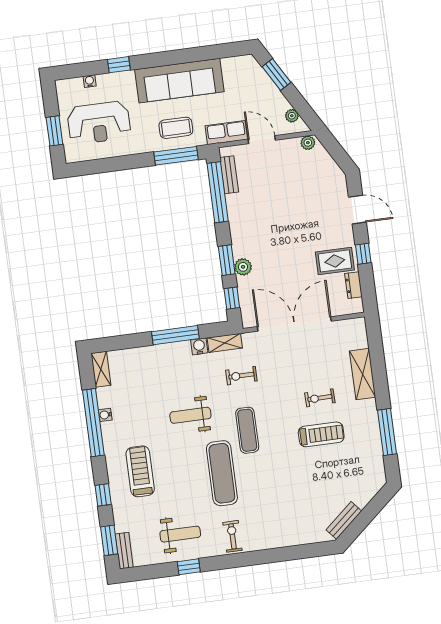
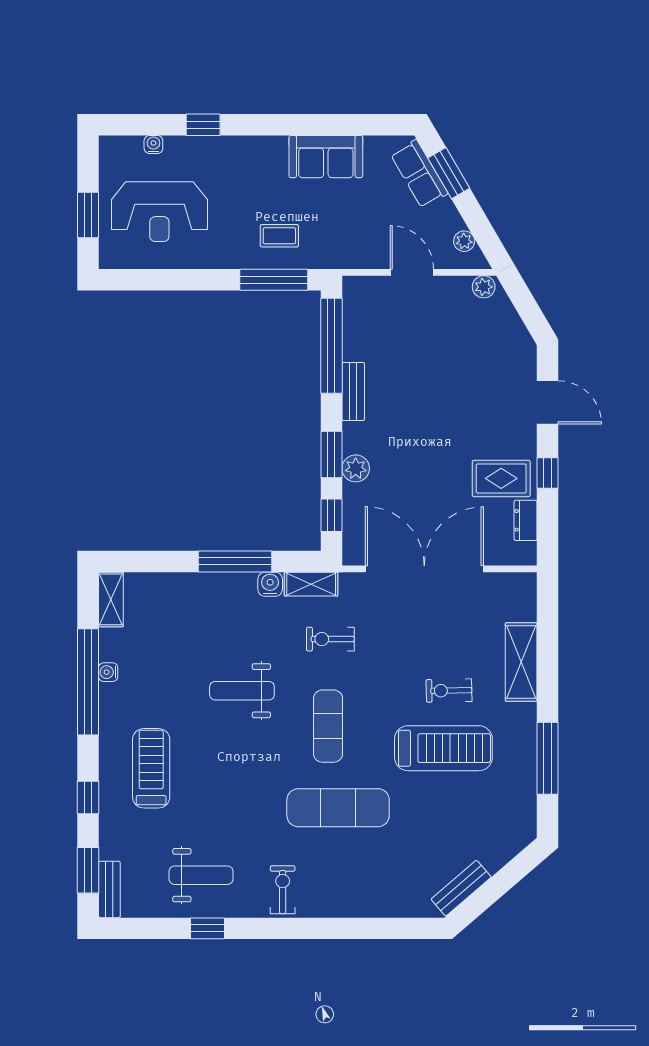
sofa: (179, 81) -> (326, 157), width x0.54, depth x0.79
coffee table: (176, 128) -> (279, 236), width x0.73, depth x0.77
row of seats: (226, 133) -> (419, 174), moved, turned -120
bench: (229, 175) -> (353, 391), moved
treadmill: (321, 434) -> (443, 748), width x1.37, depth x1.38
exercise mat: (222, 473) -> (338, 808), moved, turned 90

